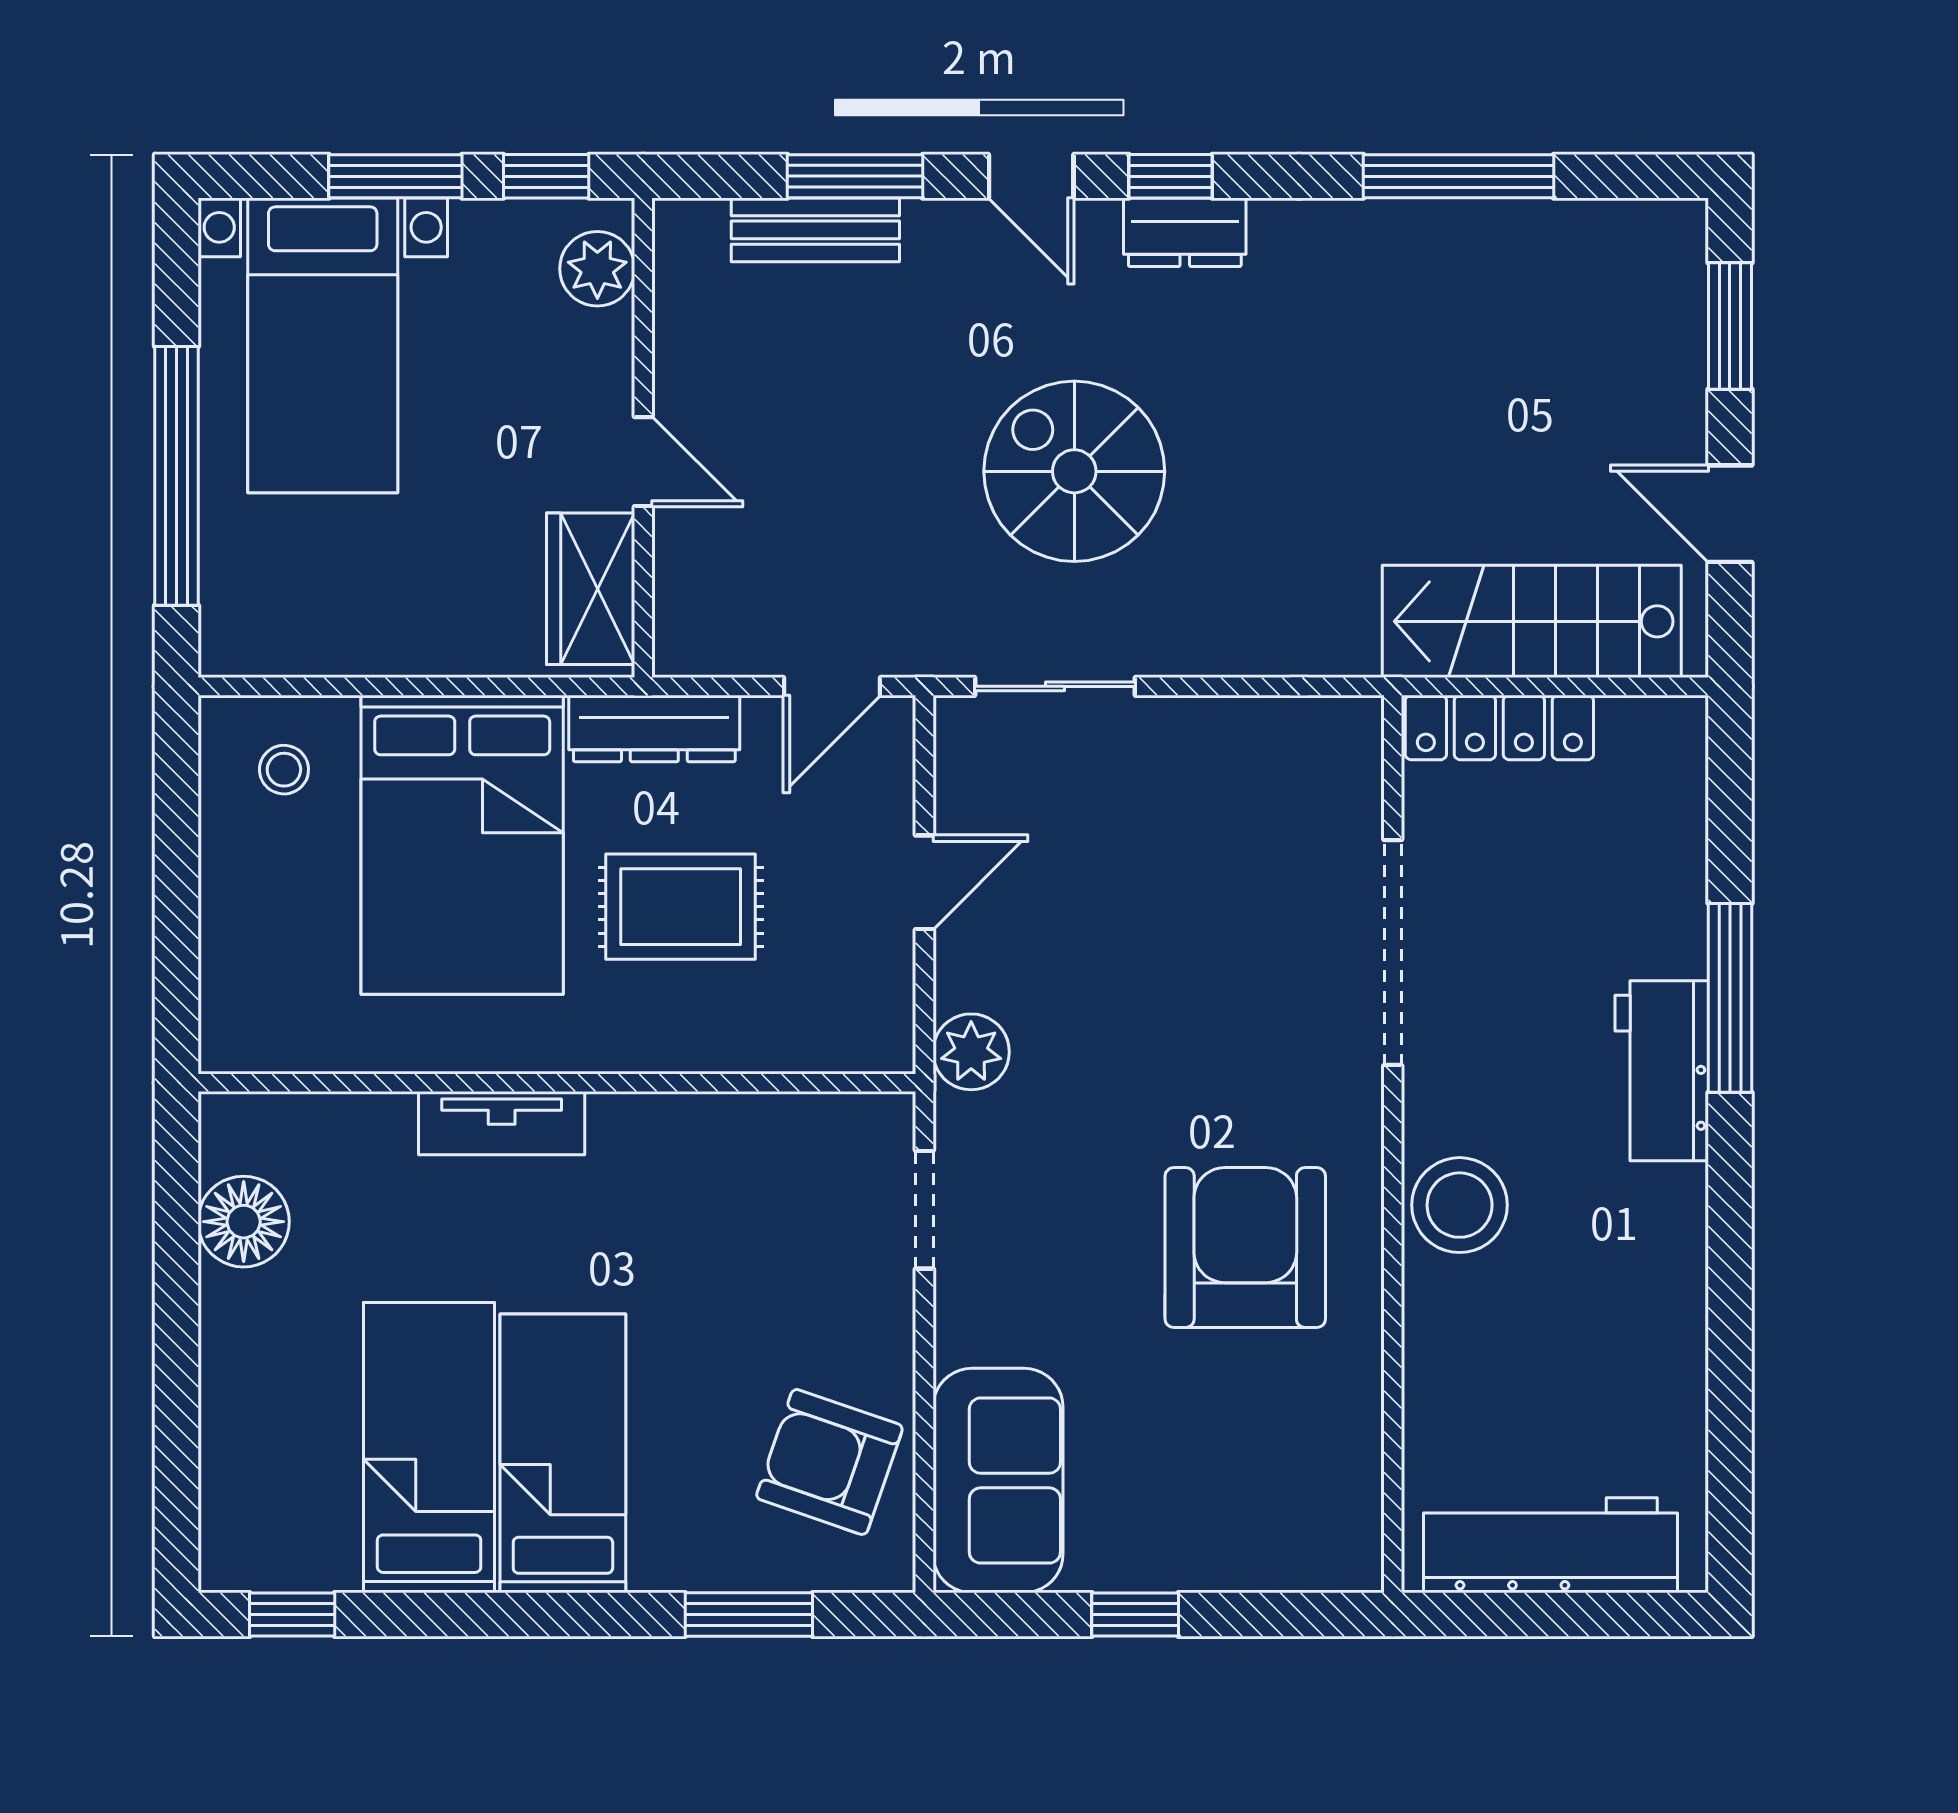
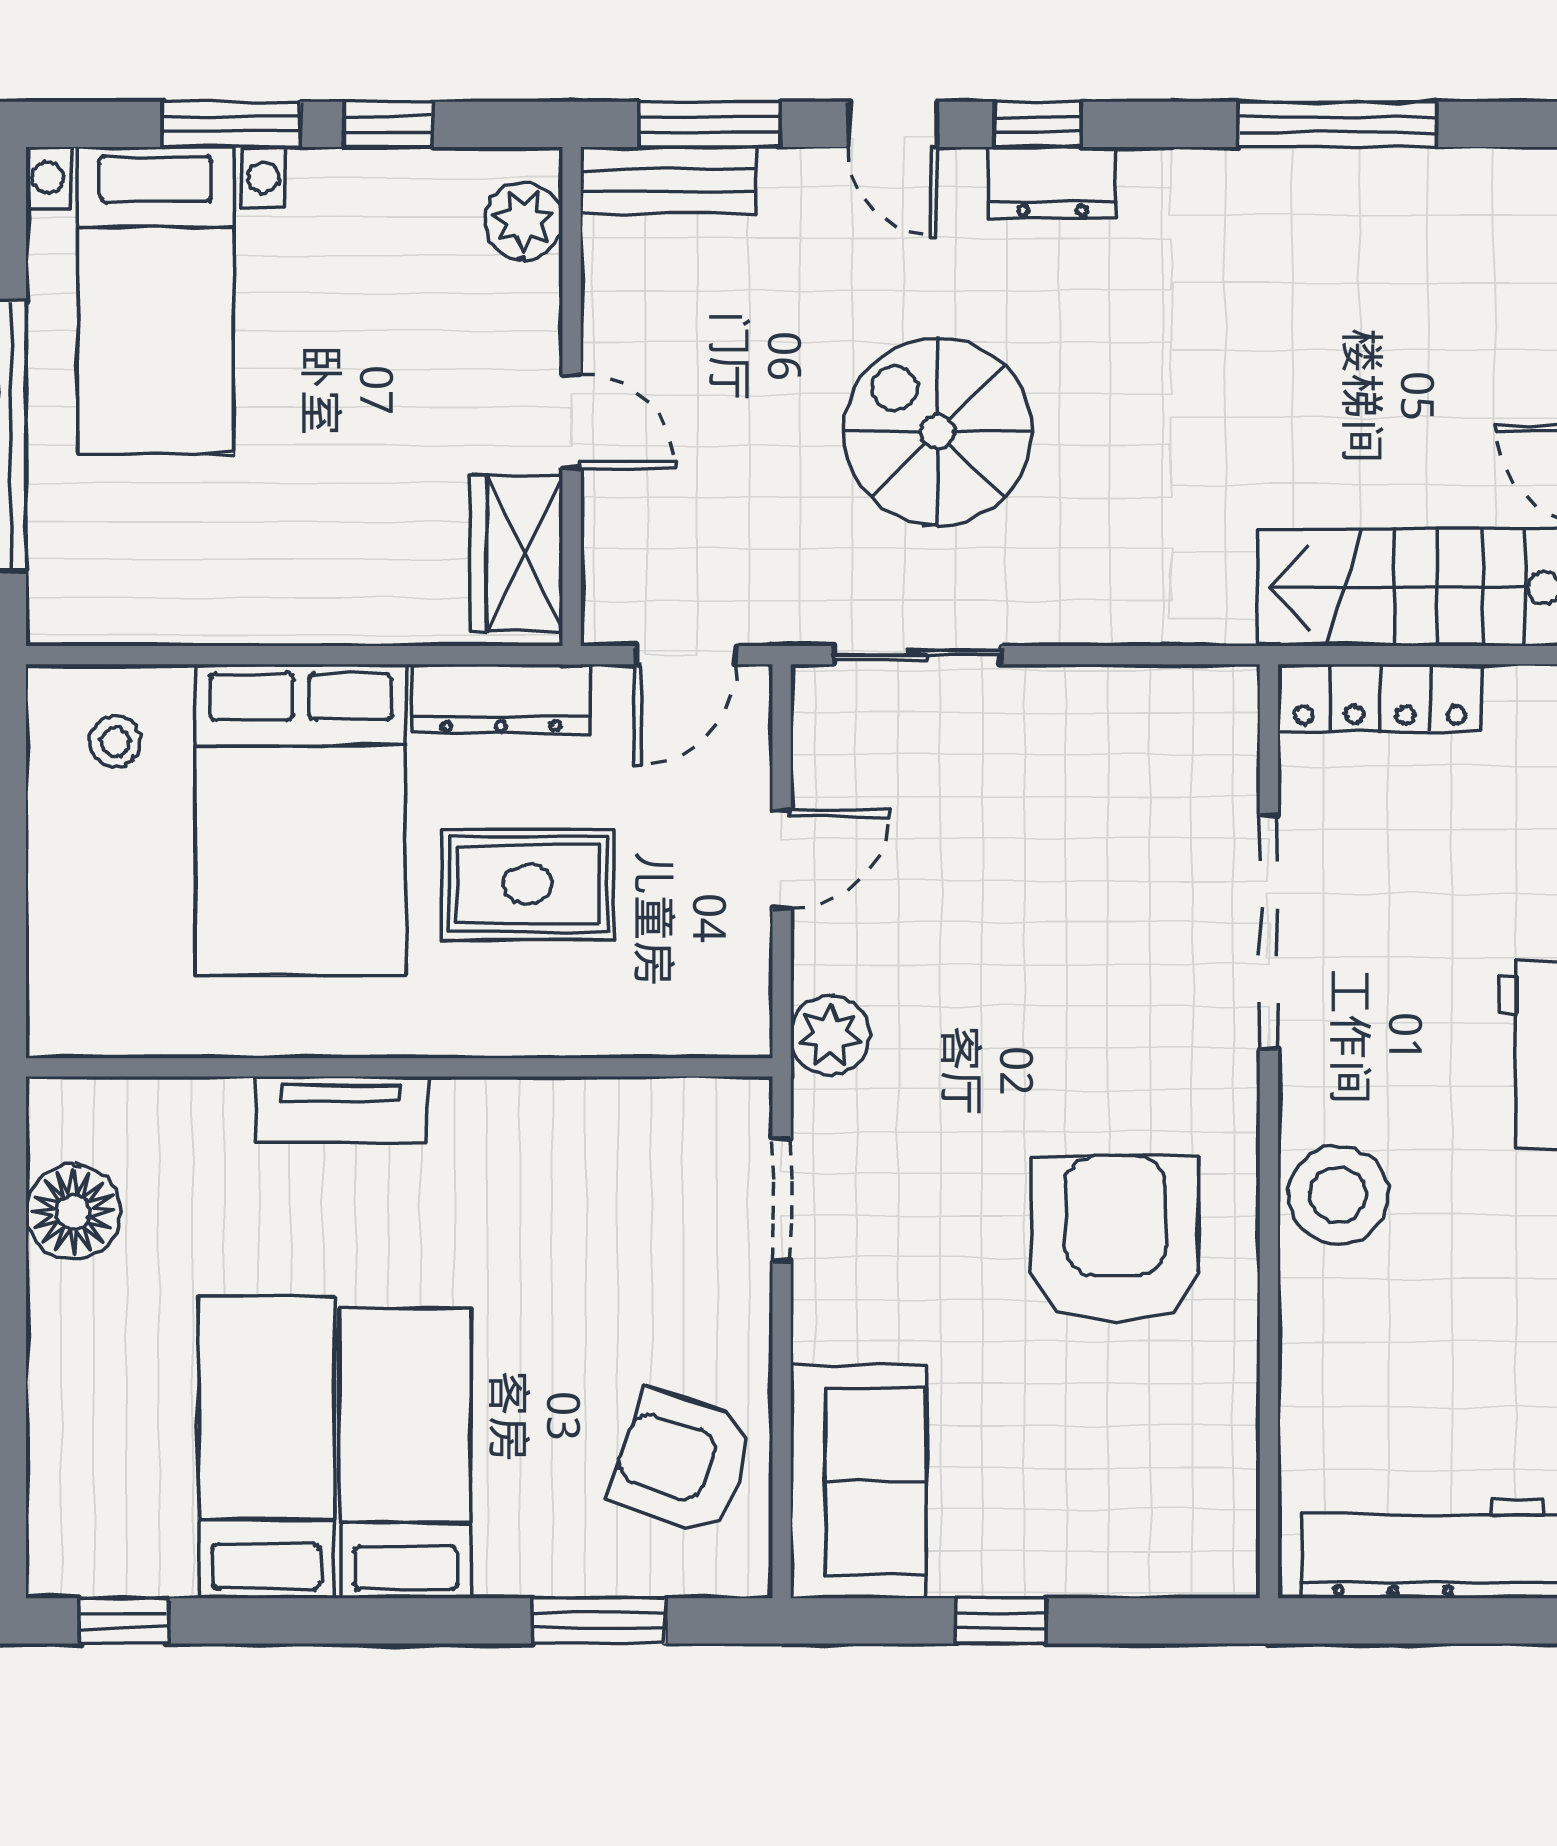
plant: (597, 269) -> (524, 221), moved
wall: (643, 438) -> (572, 396), moved
door: (643, 462) -> (572, 421), moved
wardrobe: (591, 589) -> (517, 554), moved

